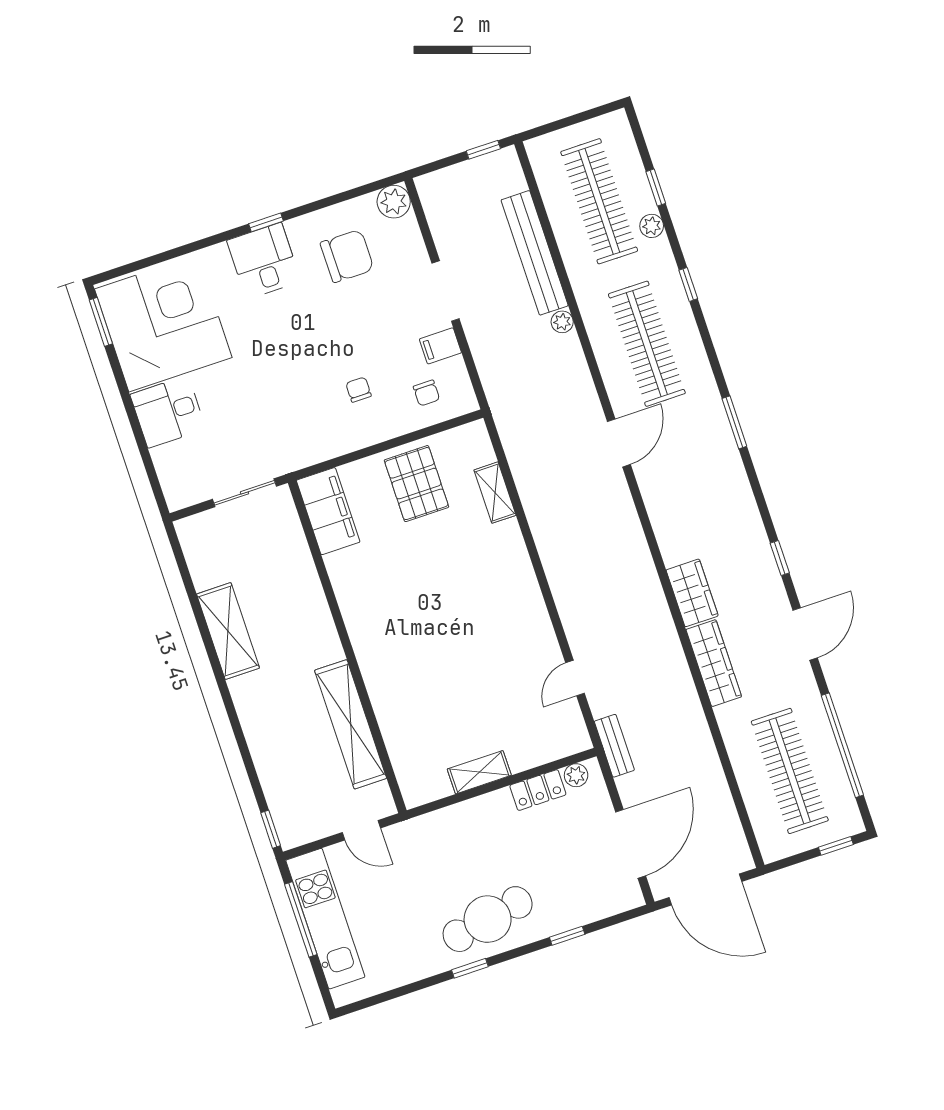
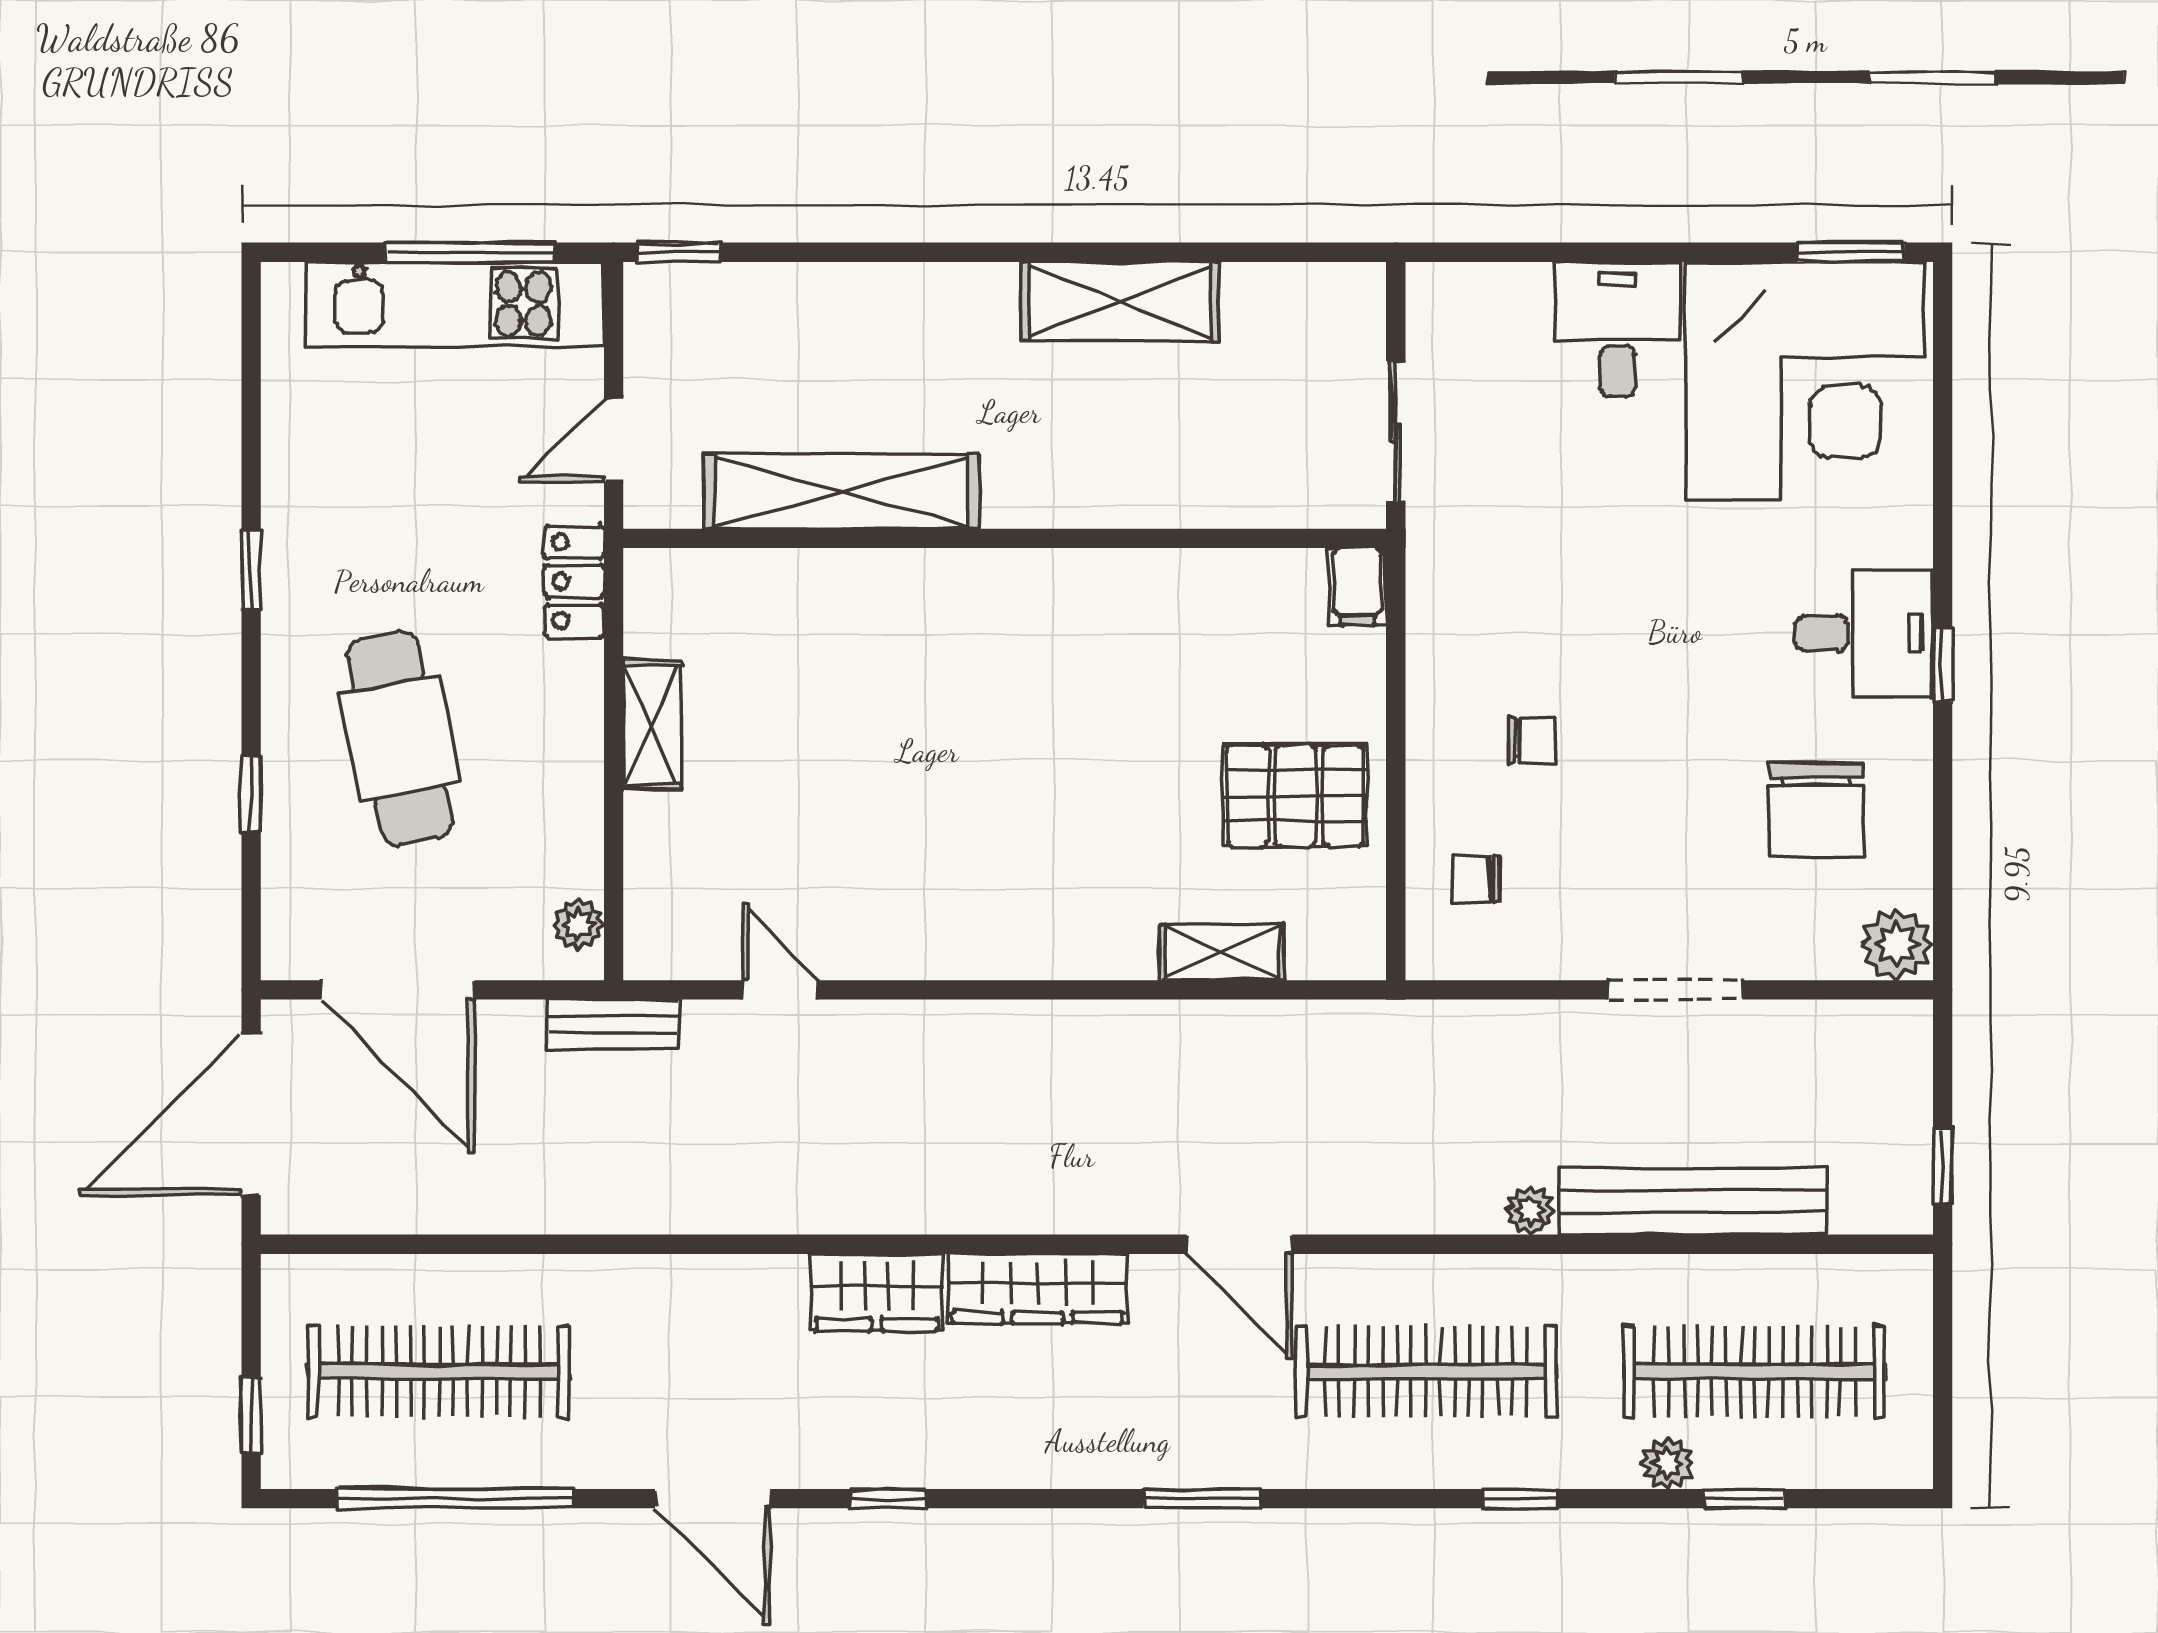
filing cabinet: (440, 346) -> (1565, 941), removed
filing cabinet: (328, 511) -> (1357, 586), width x0.33, depth x0.86
wardrobe: (714, 663) -> (1038, 1288), moved
locker: (538, 790) -> (574, 581), moved
cafe table: (488, 919) -> (400, 738), moved

